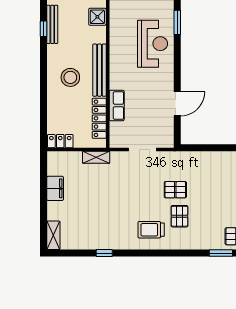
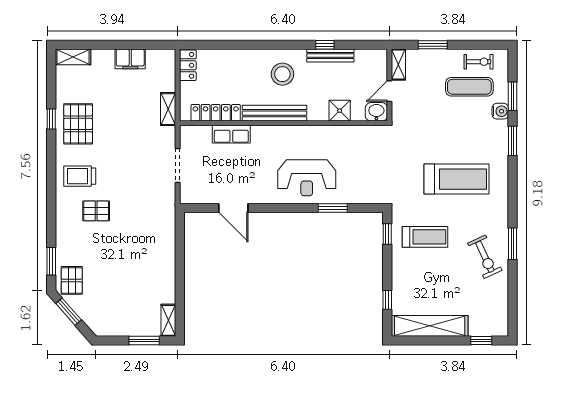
stool: (70, 77) -> (282, 74), moved
pallet: (175, 190) -> (78, 124), moved, width x1.50, depth x1.42
trolley: (151, 230) -> (80, 176), turned -90

